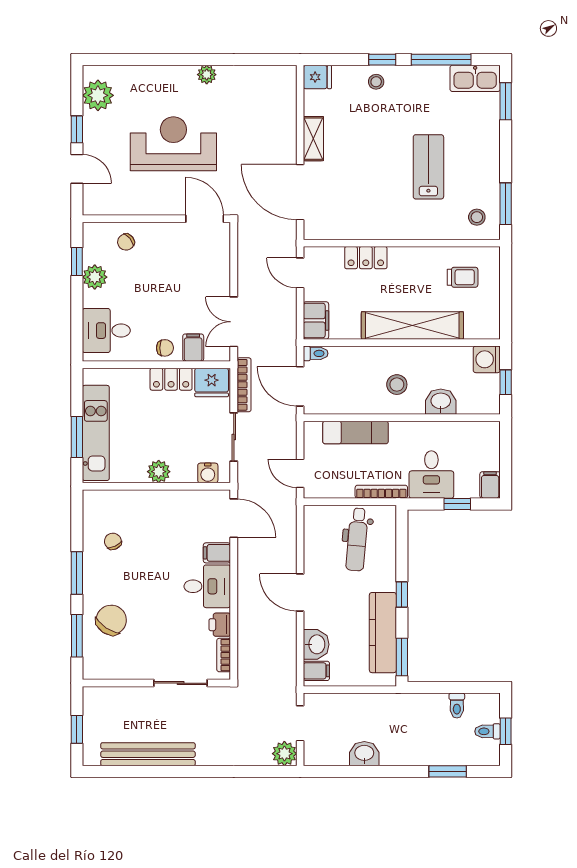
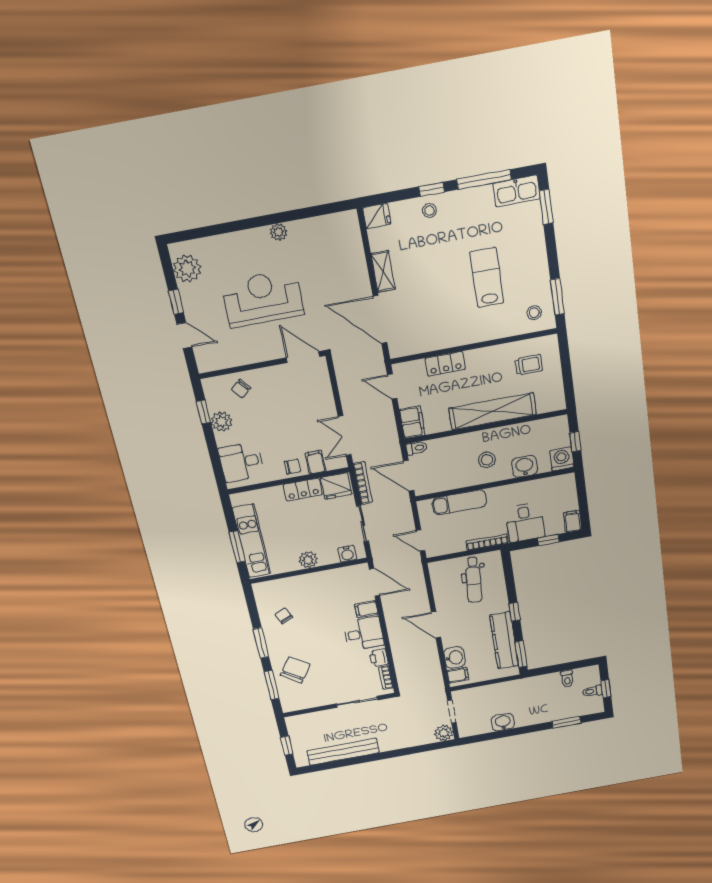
washing machine: (487, 359) -> (562, 459), moved, turned 90

